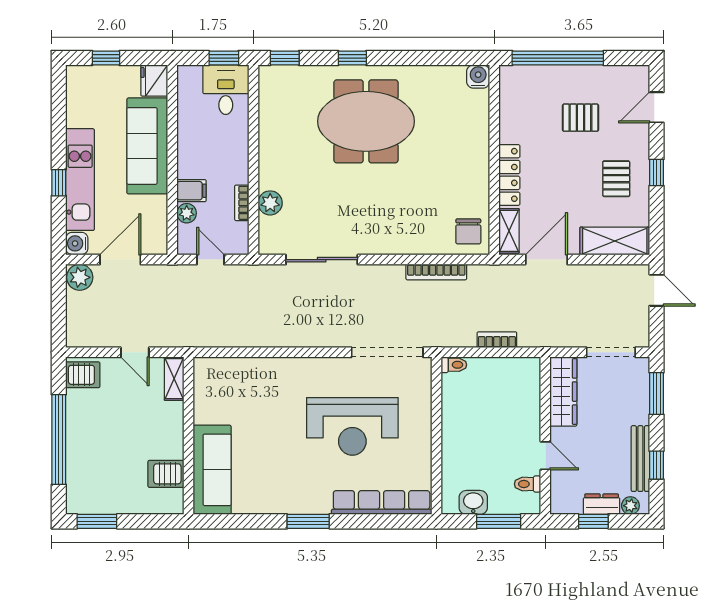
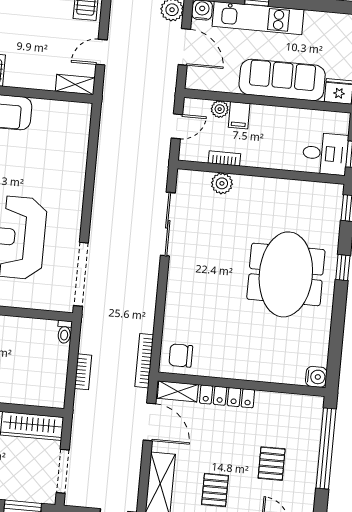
pallet: (616, 179) -> (215, 490), turned 90
bookcase: (436, 272) -> (144, 361), moved

